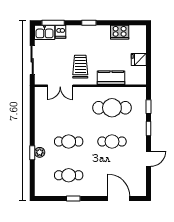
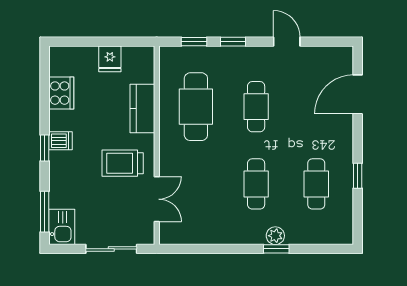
dishwasher: (61, 32) -> (60, 141), moved

